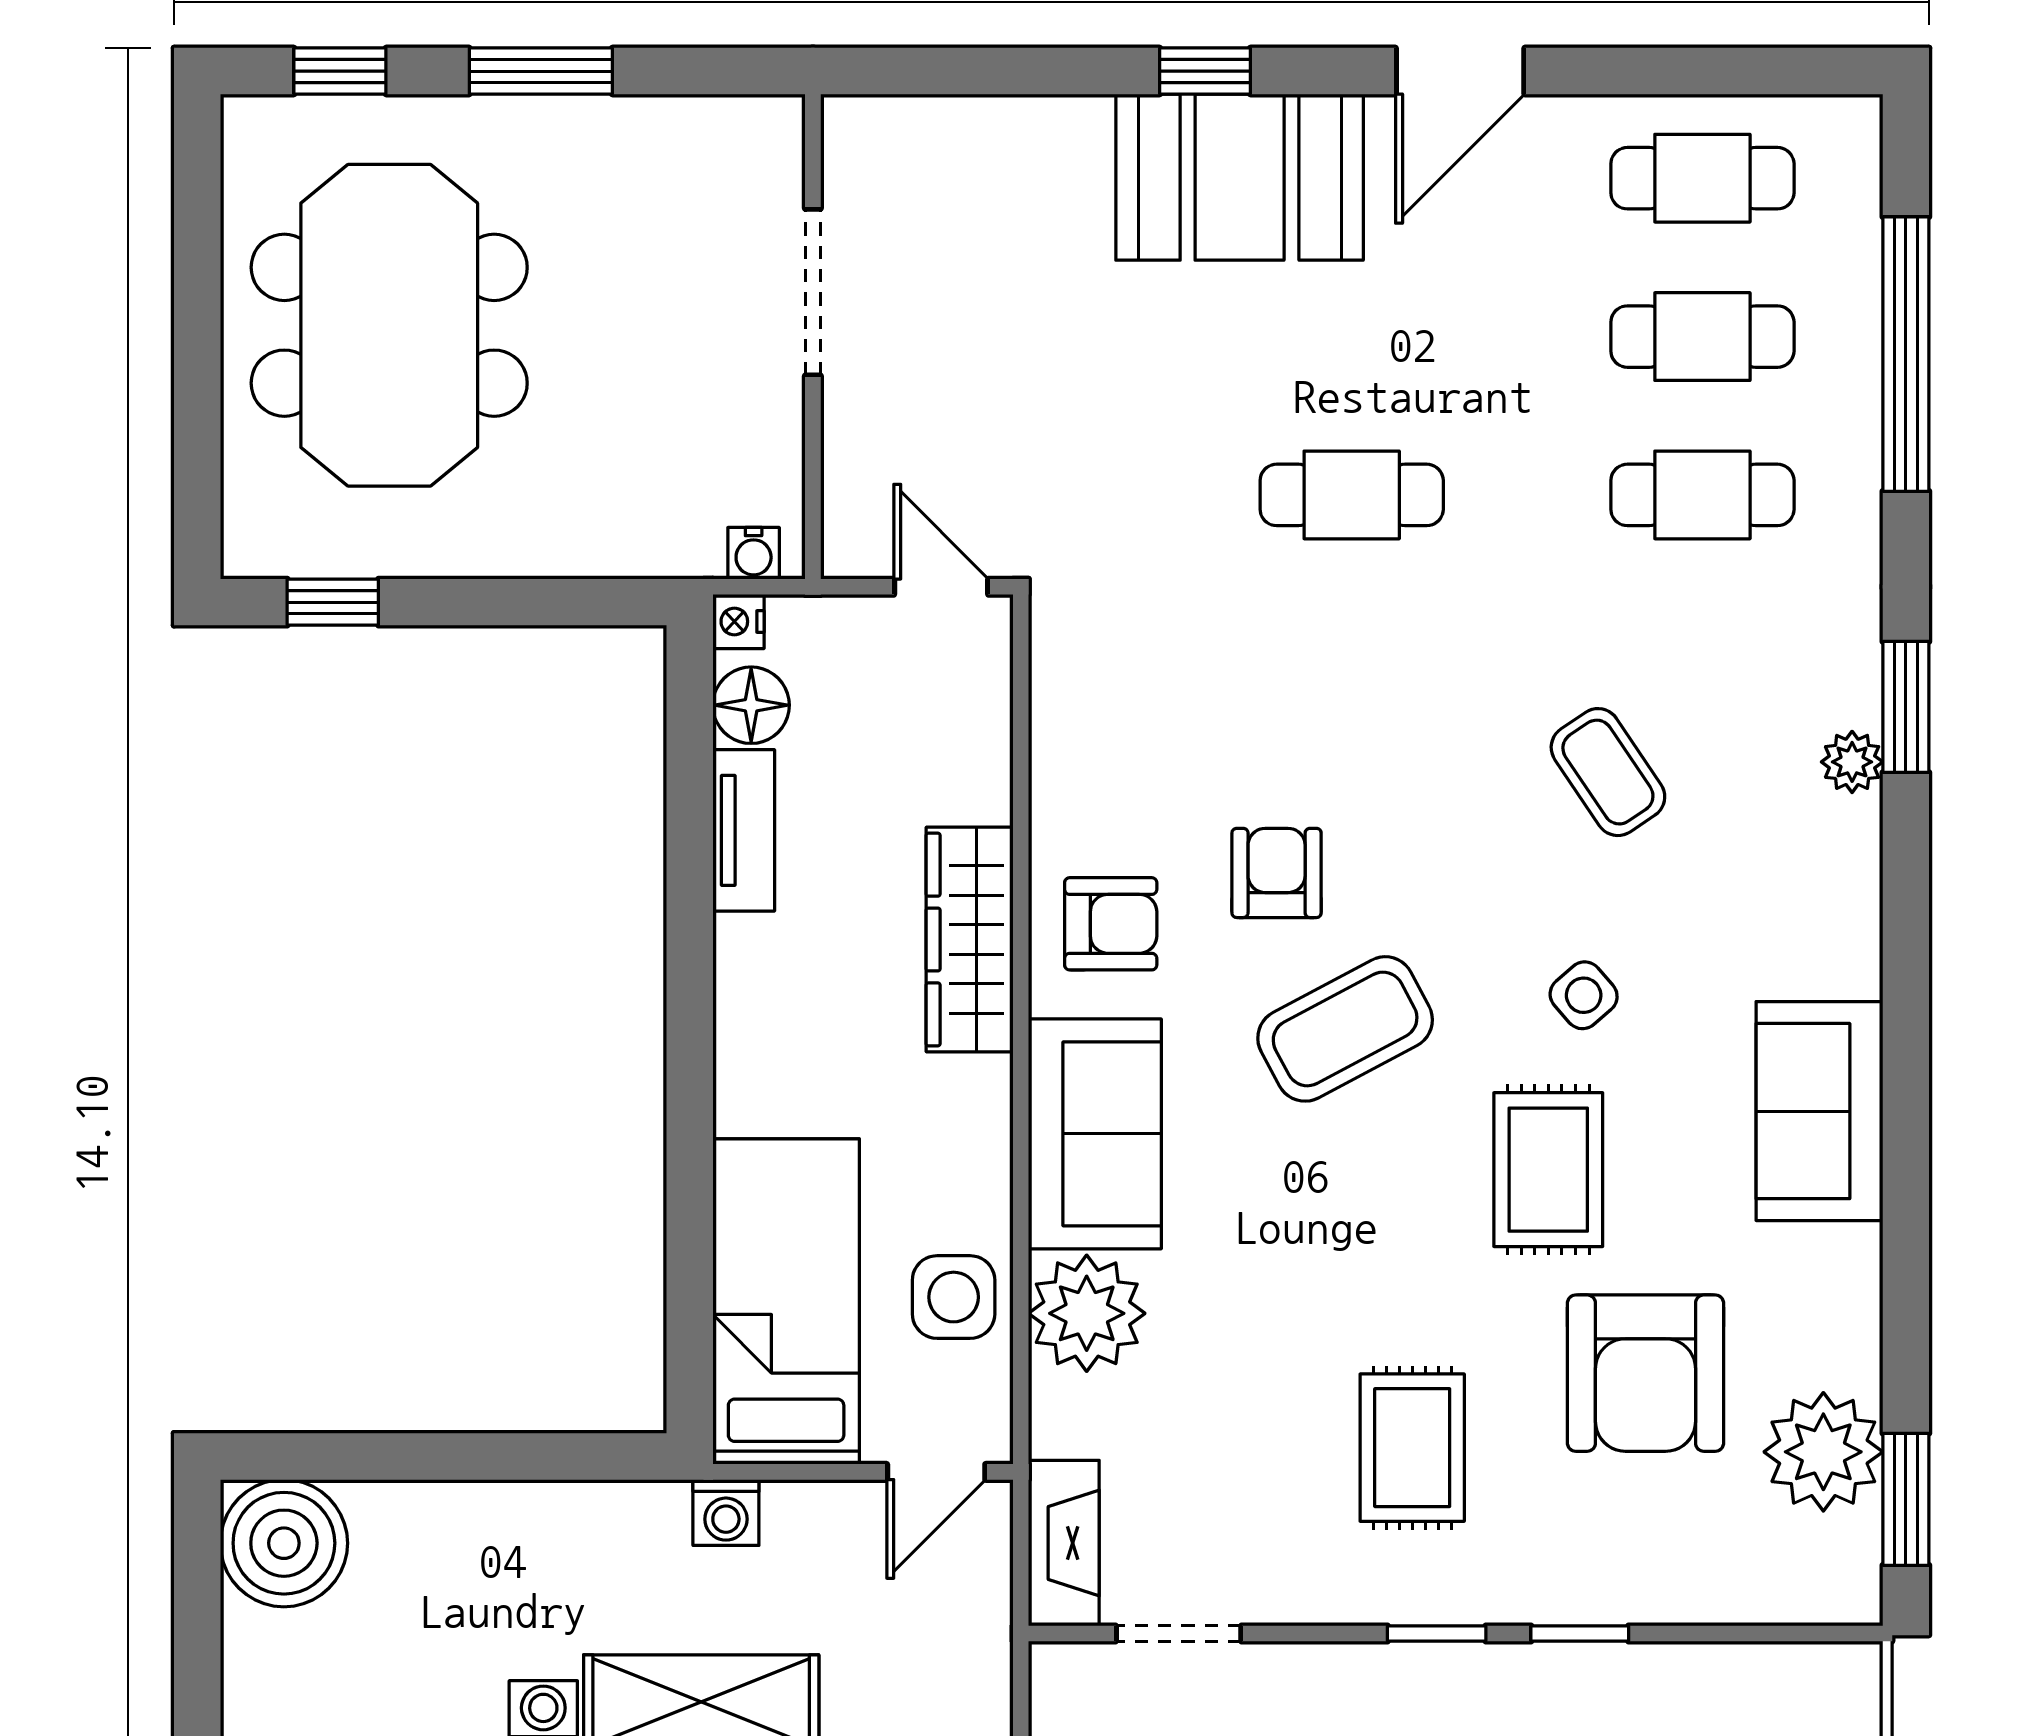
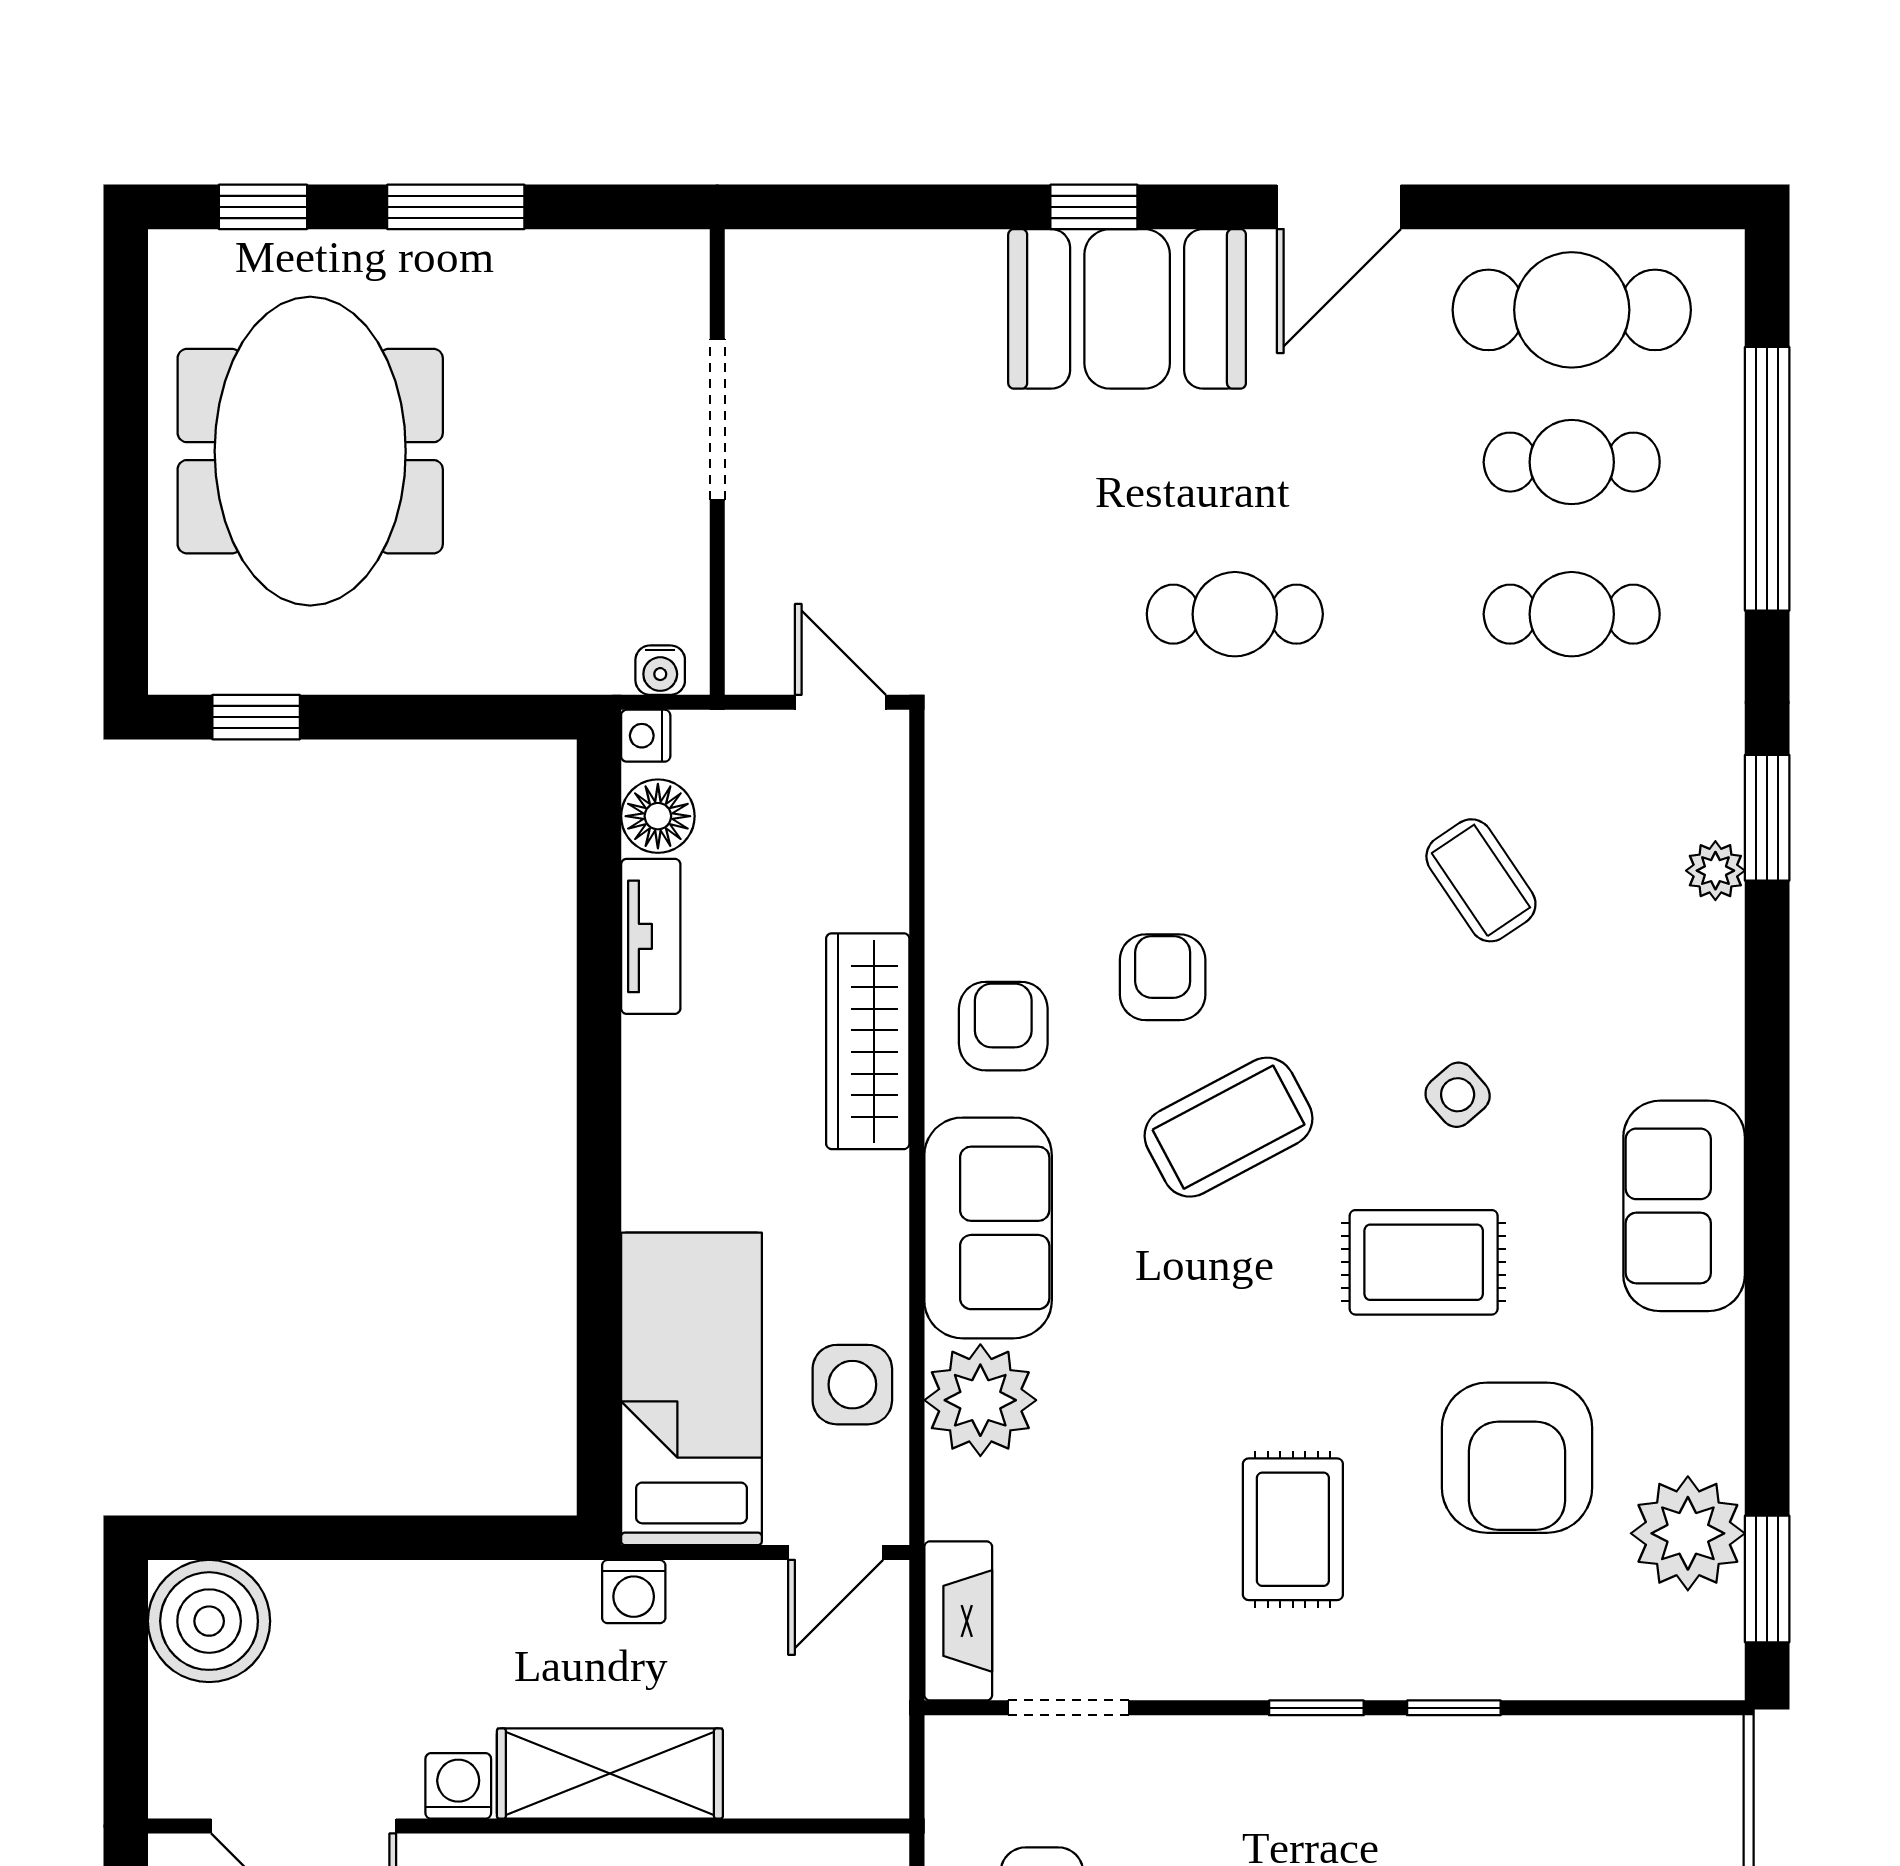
cafe table: (1702, 178) -> (1572, 310), width x1.37, depth x1.35
armchair: (1111, 924) -> (1003, 1026), turned -90
rug: (1548, 1170) -> (1424, 1262), turned 90

